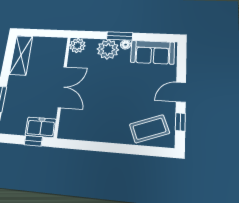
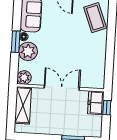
shelving: (21, 55) -> (23, 105), moved, turned 90

